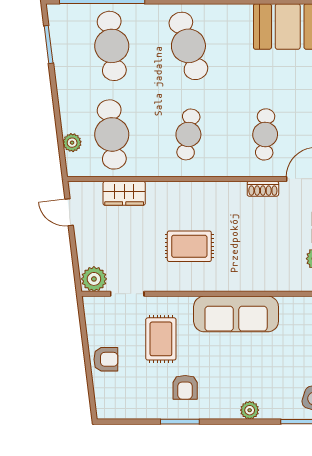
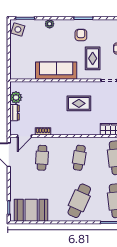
cafe table: (188, 46) -> (79, 201), turned 42

